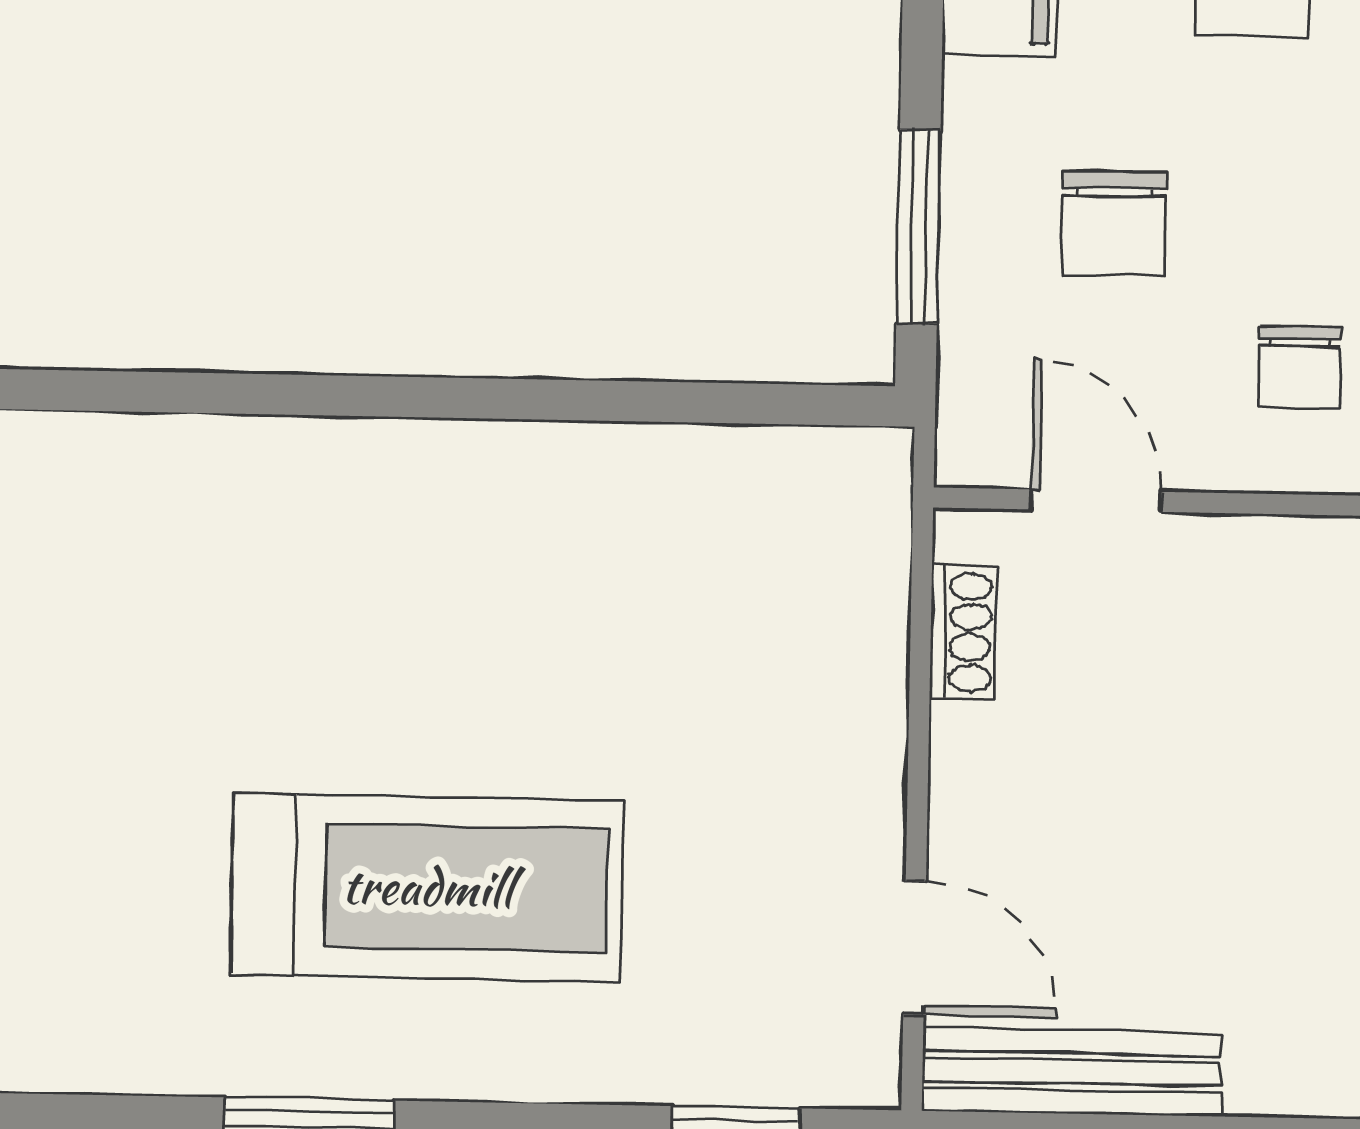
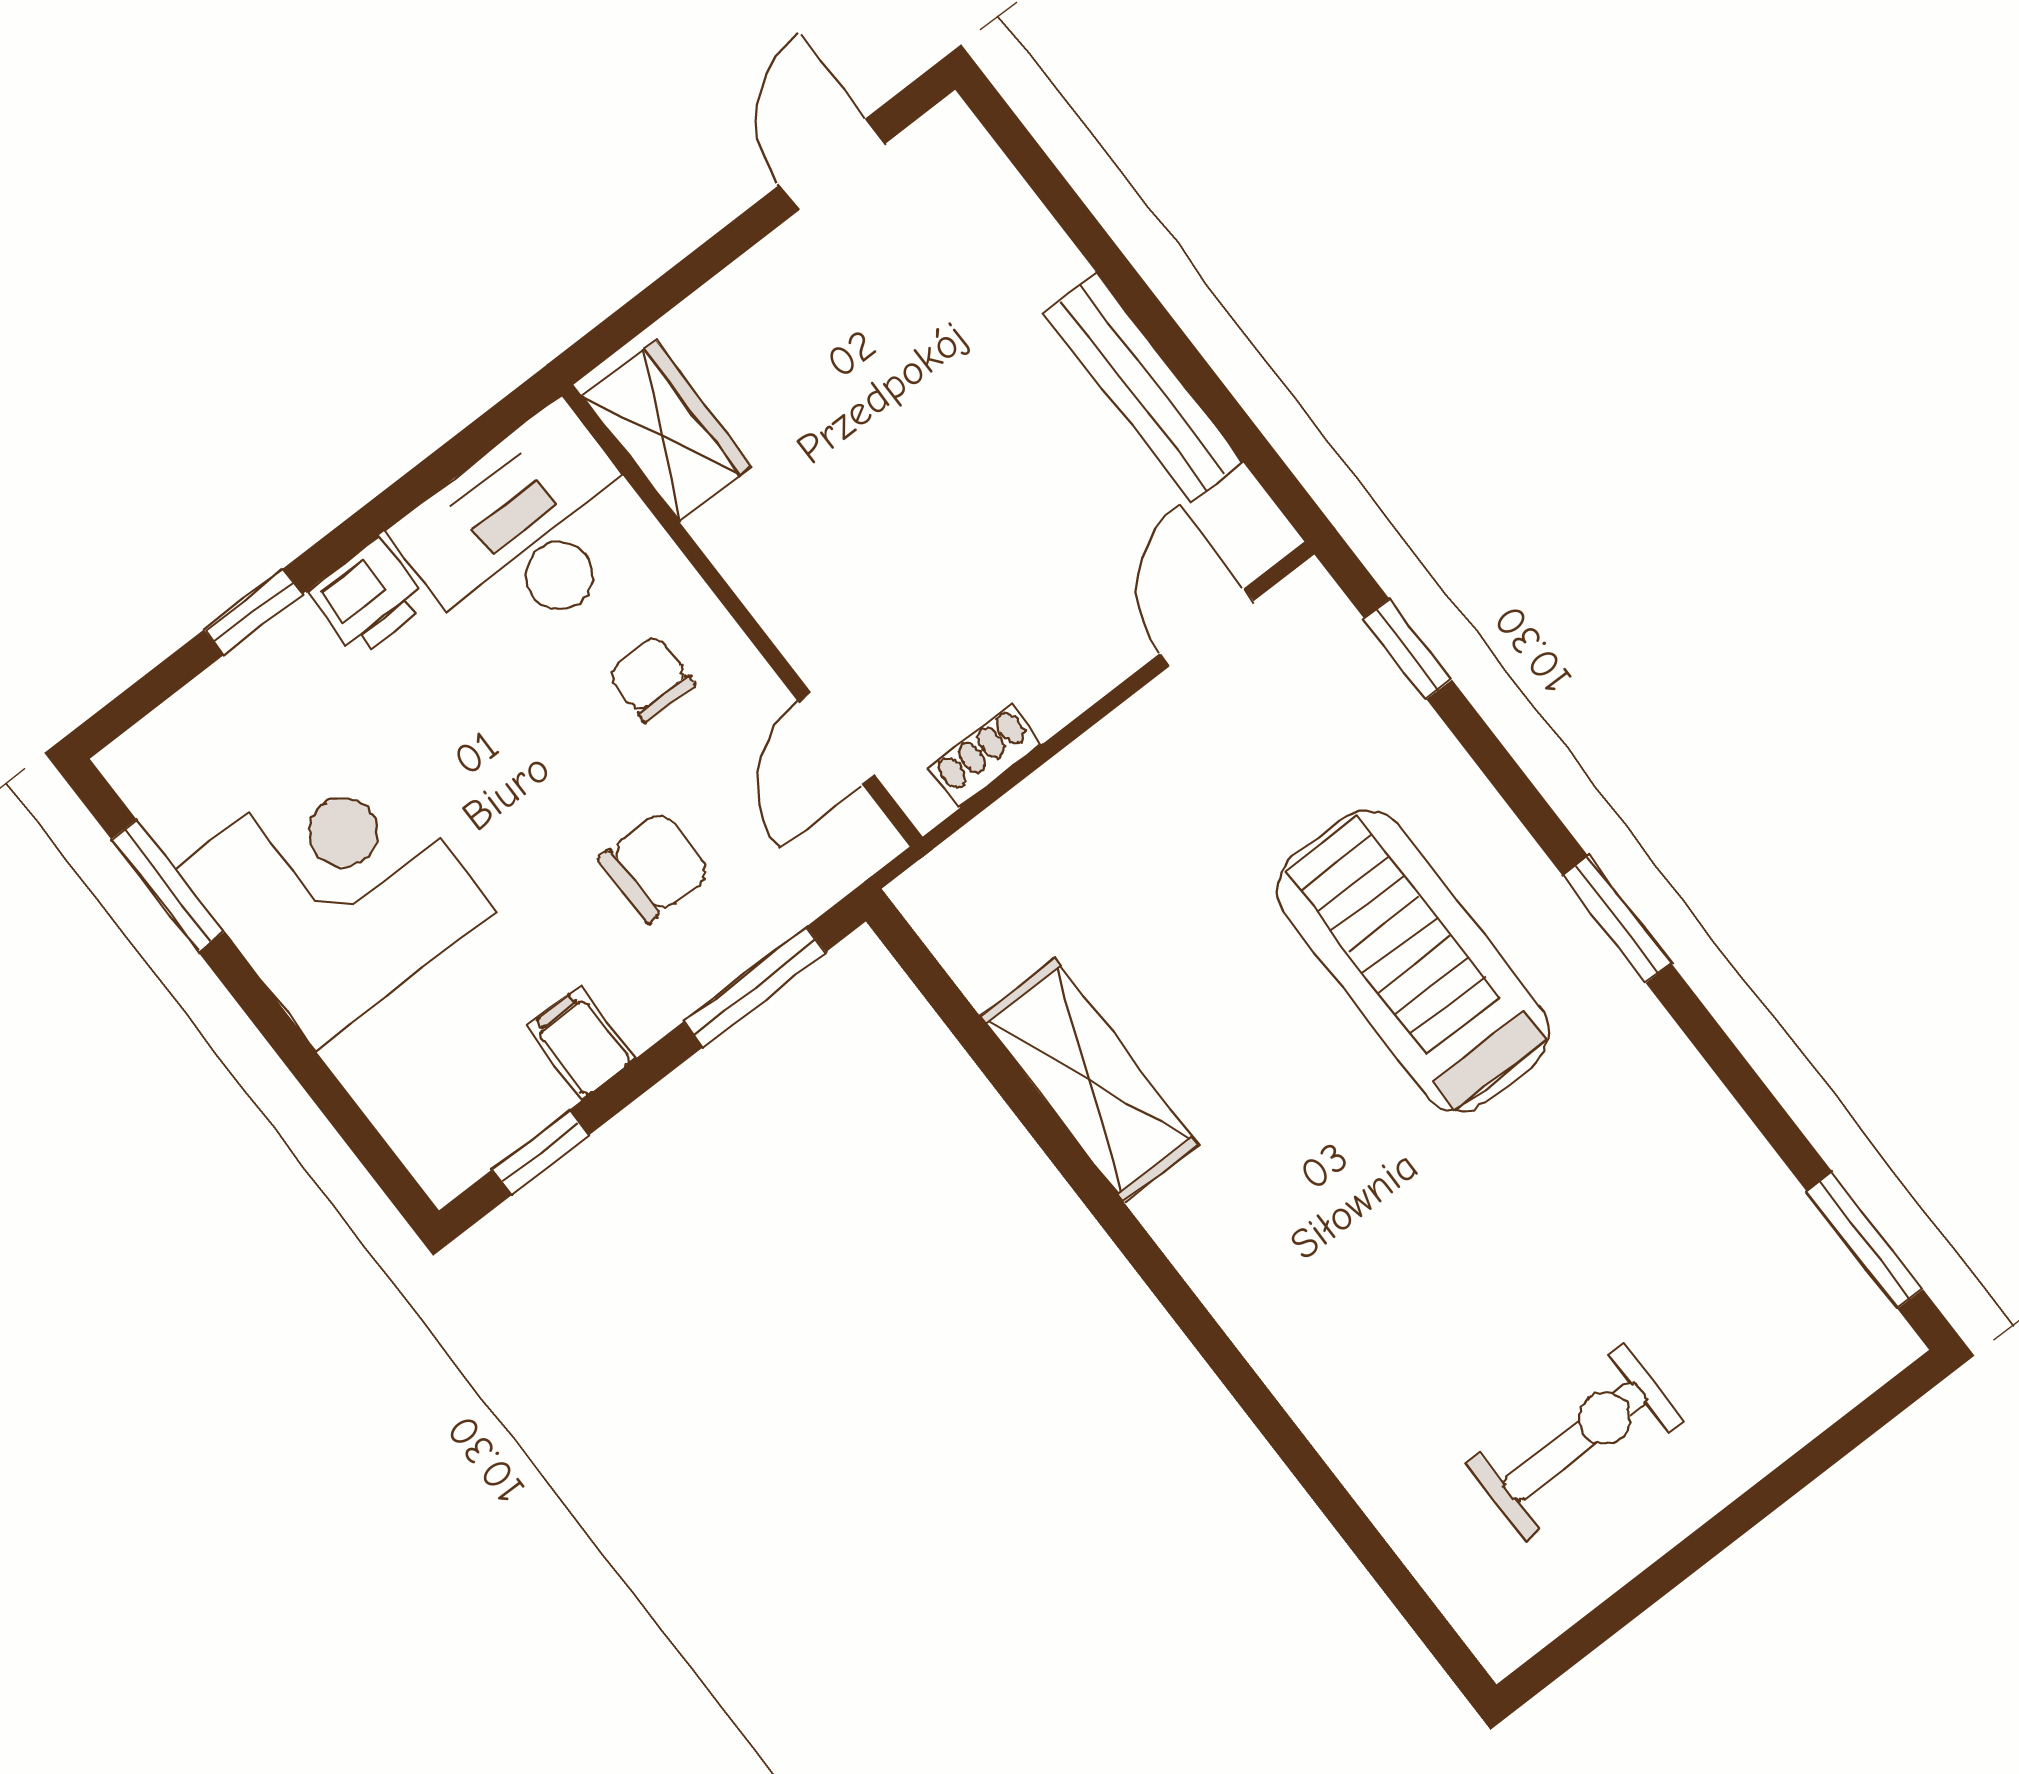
chair: (1300, 367) -> (651, 679), turned -90
shelving: (565, 479) -> (1089, 1080), added
bench: (1072, 1072) -> (1143, 388), moved

